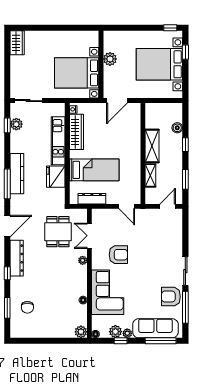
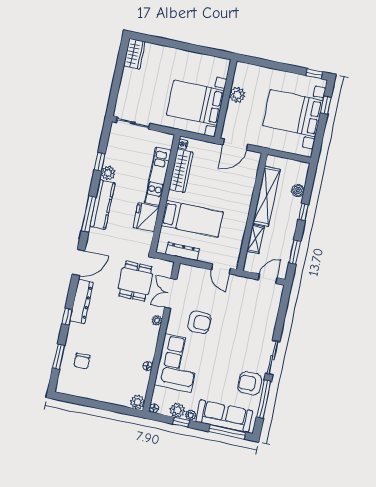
plant: (16, 124) -> (108, 173), moved
window: (7, 125) -> (100, 162), moved
shelving: (152, 146) -> (266, 196), width x1.47

